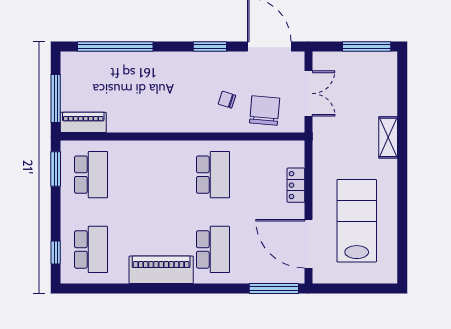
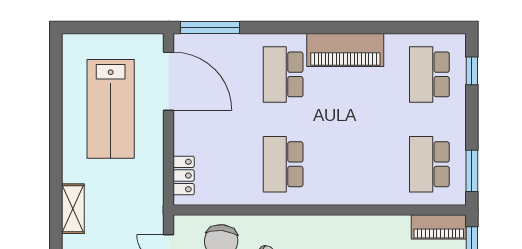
locker: (296, 185) -> (184, 176), moved

